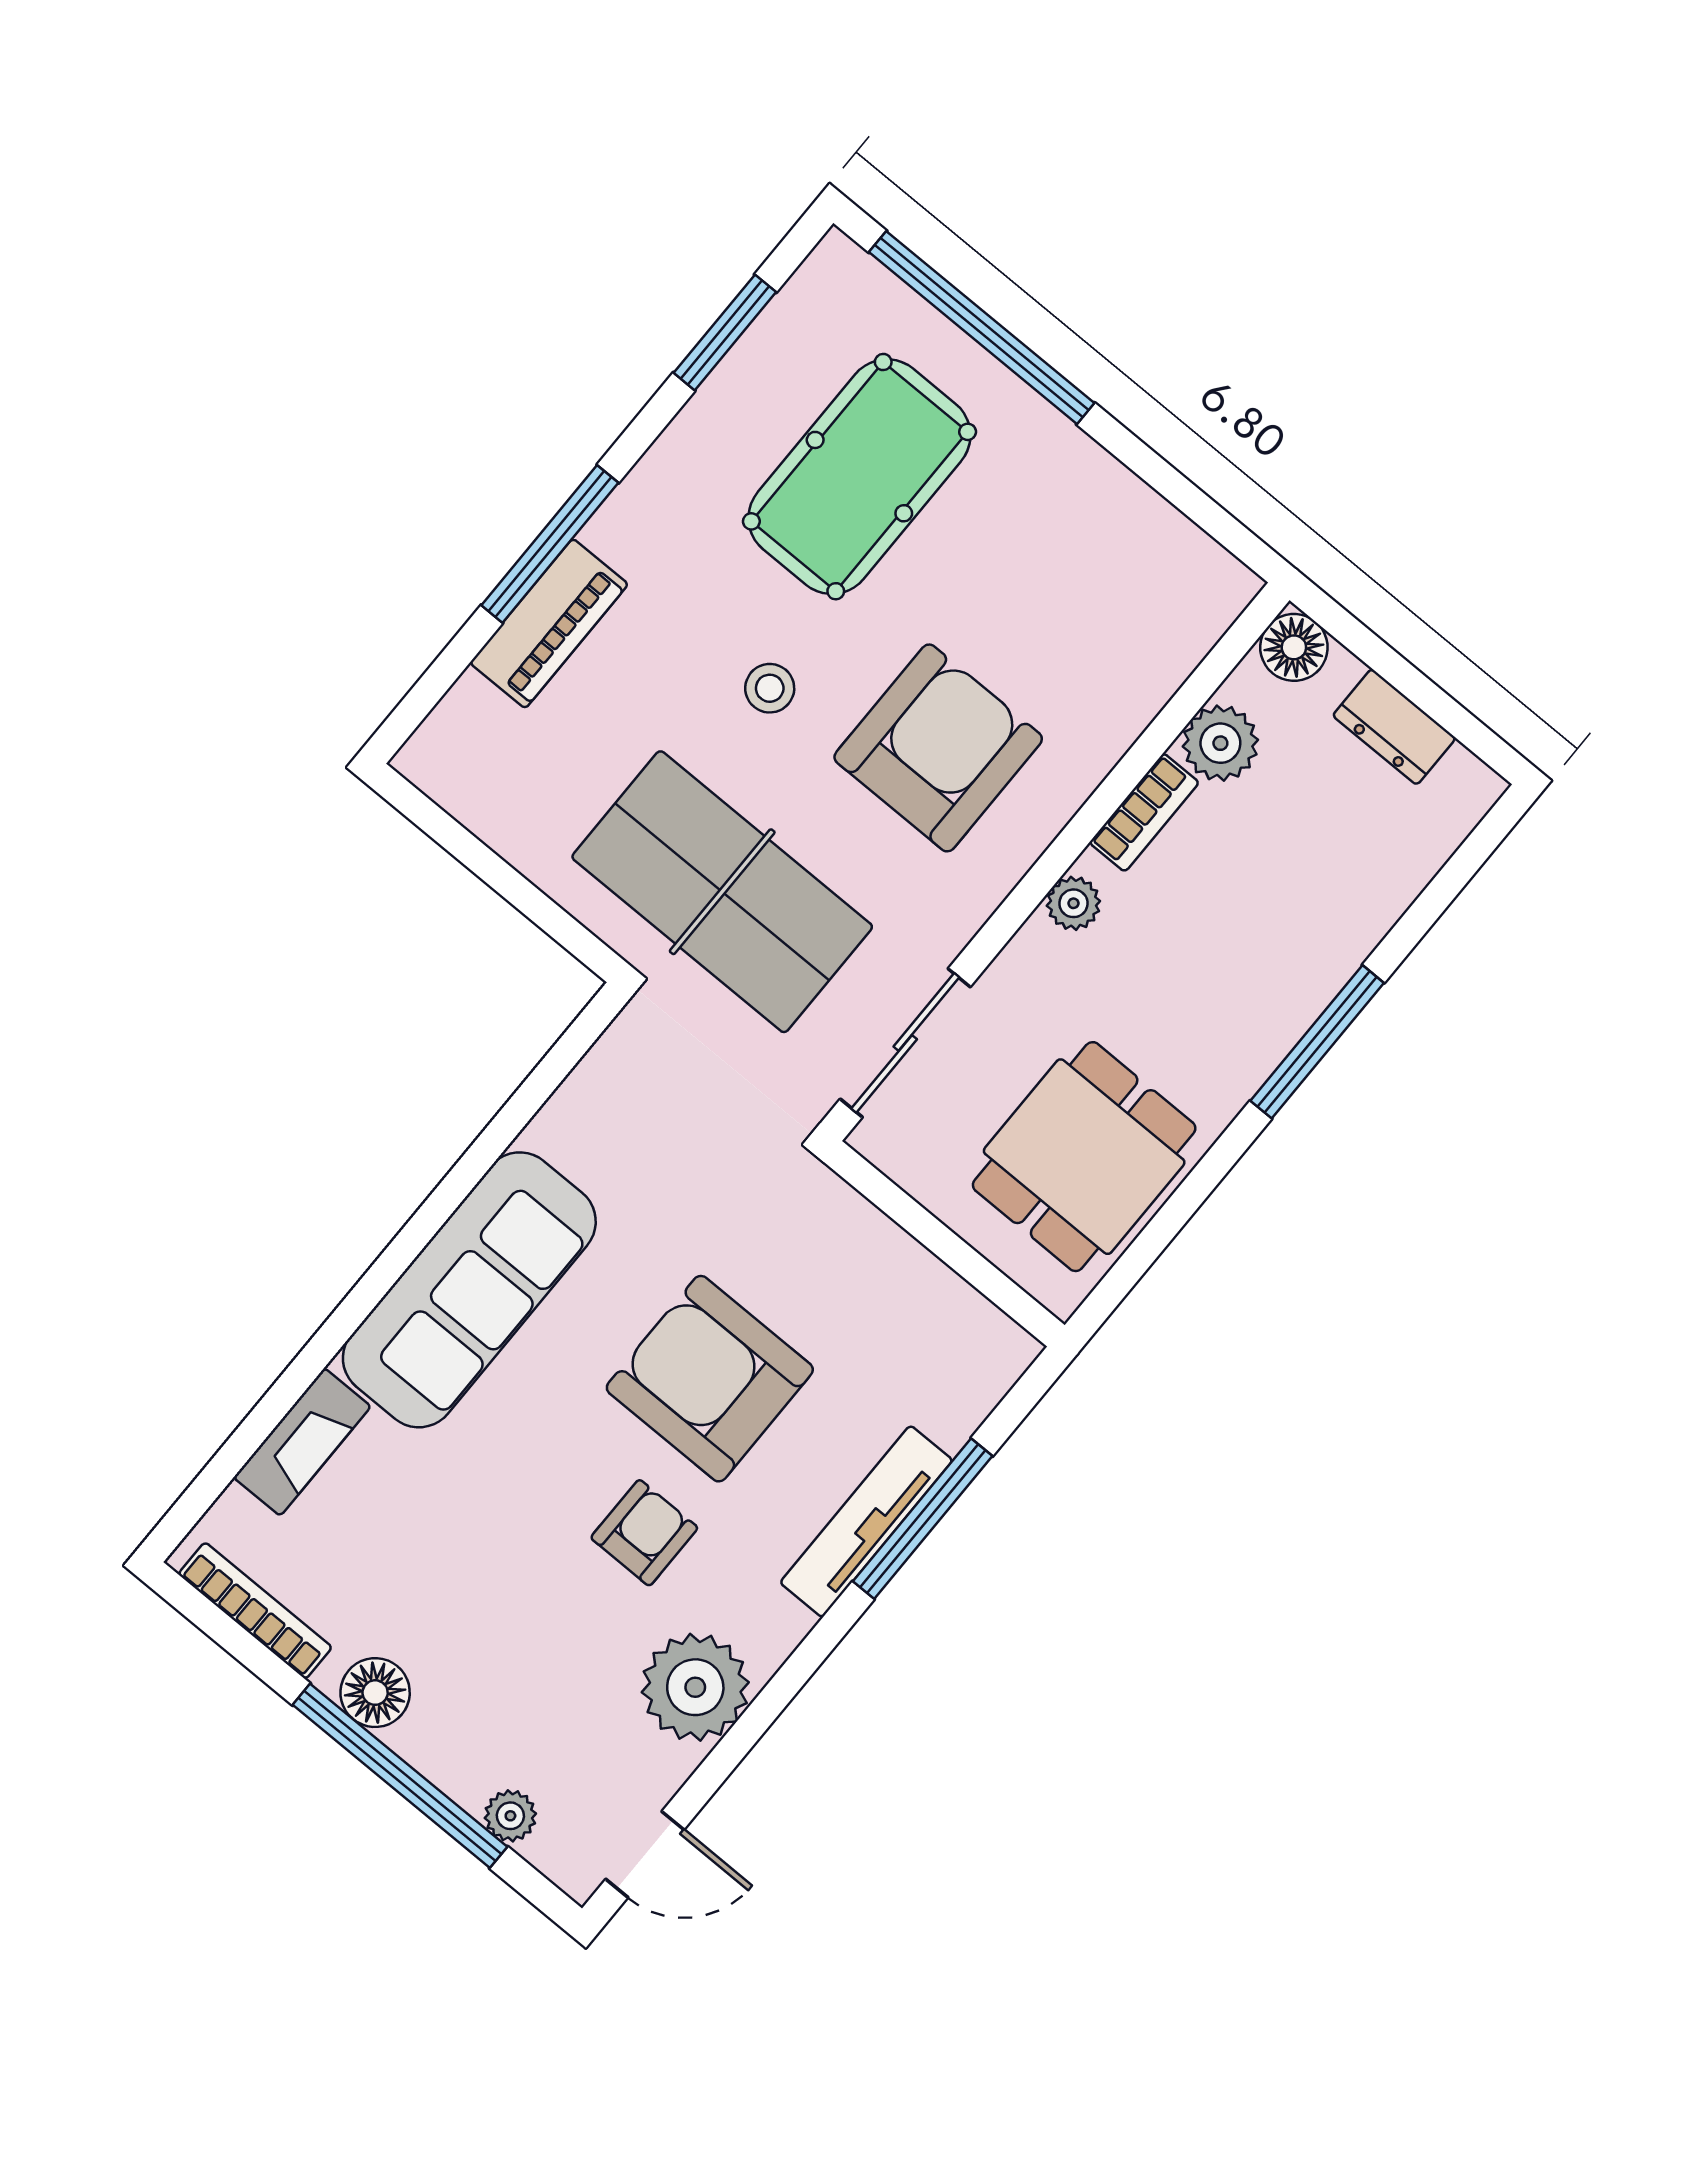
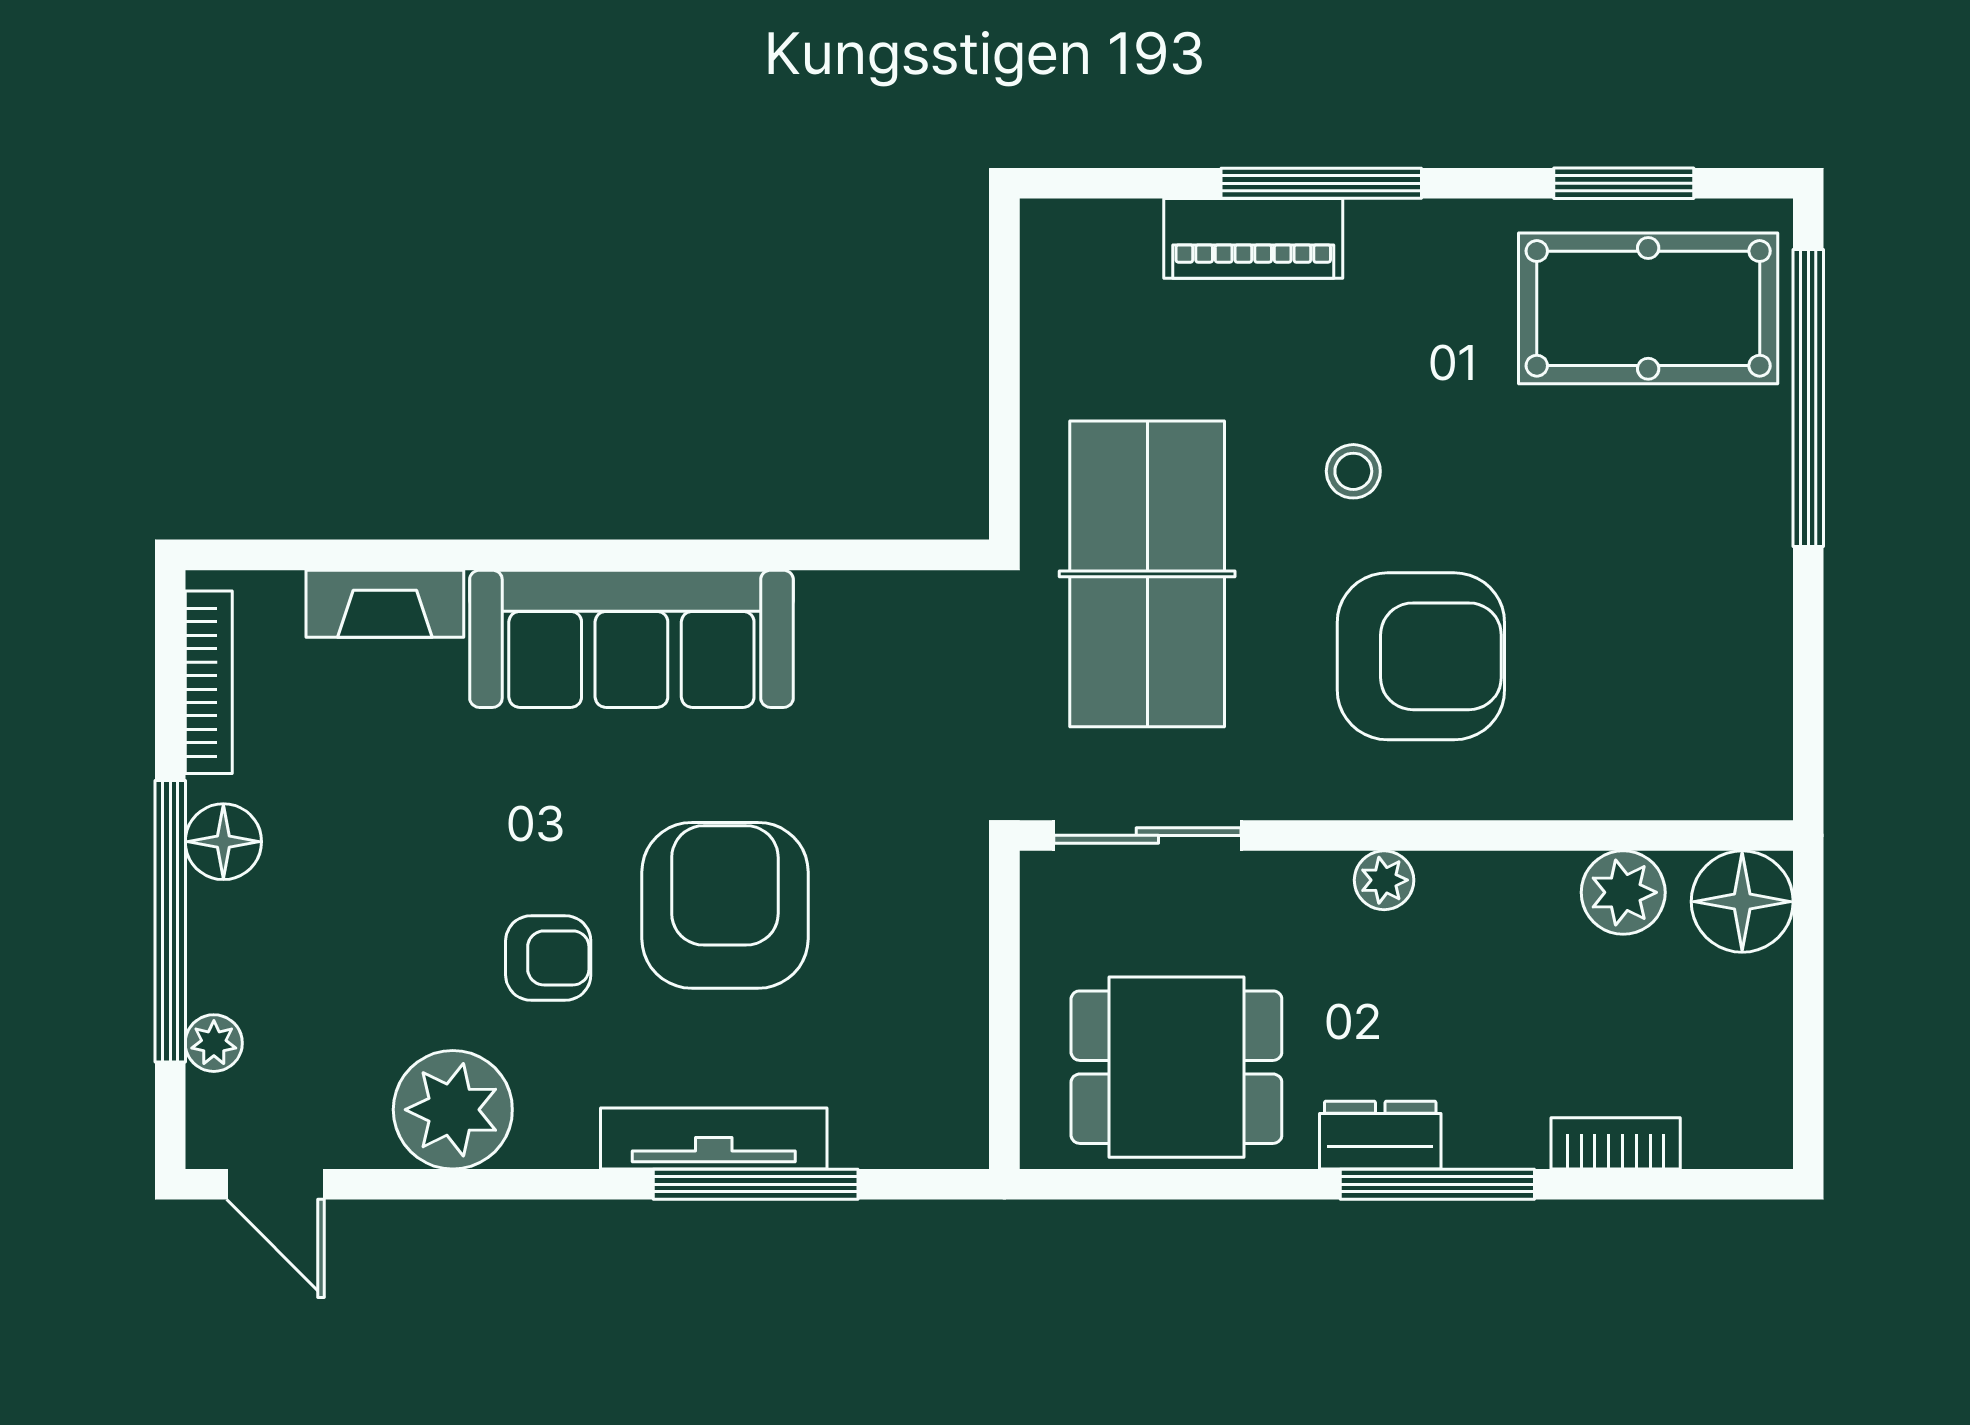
pool table: (859, 477) -> (1648, 308), moved
floor lamp: (1294, 647) -> (1742, 902), width x1.38, depth x1.38
dresser: (1394, 727) -> (1380, 1135), moved, turned 90
bookcase: (1144, 812) -> (1616, 1143), moved, turned 180

